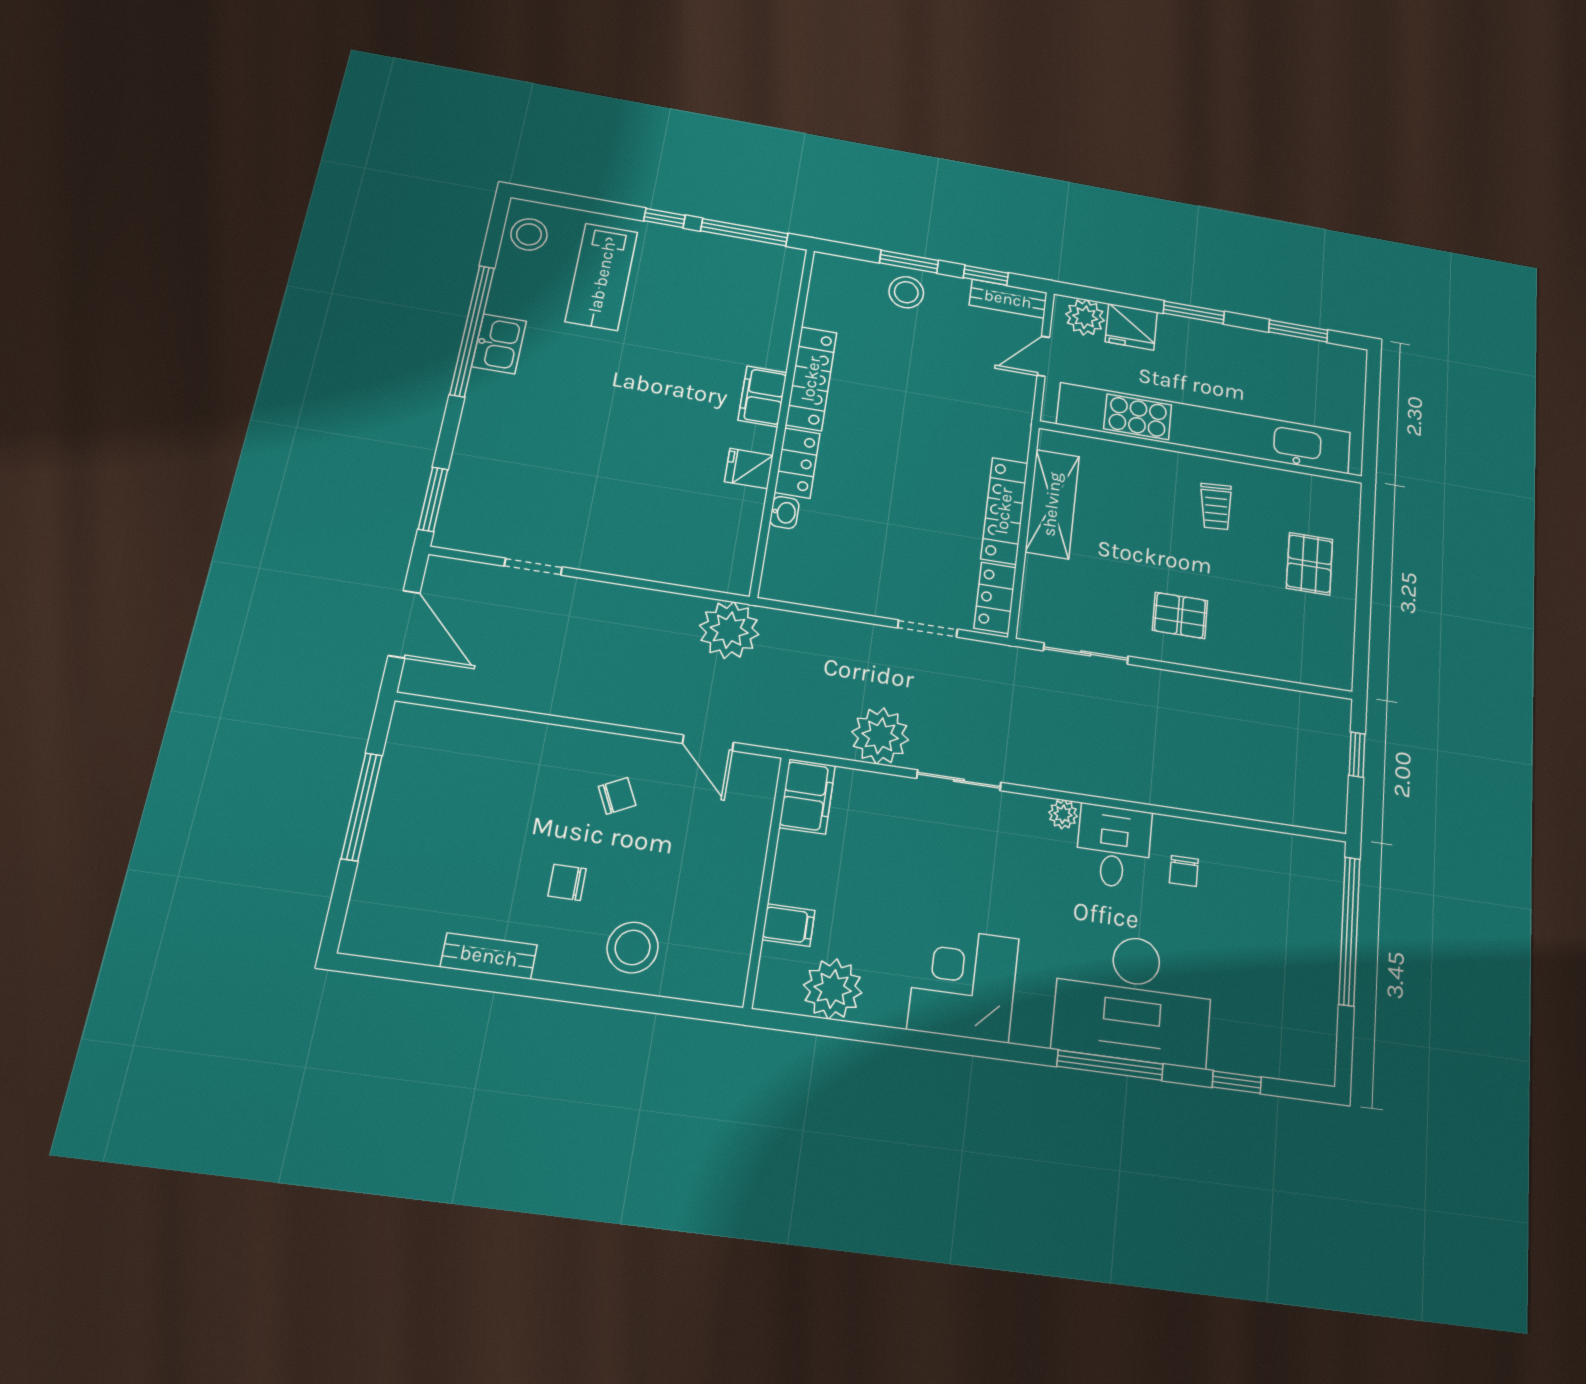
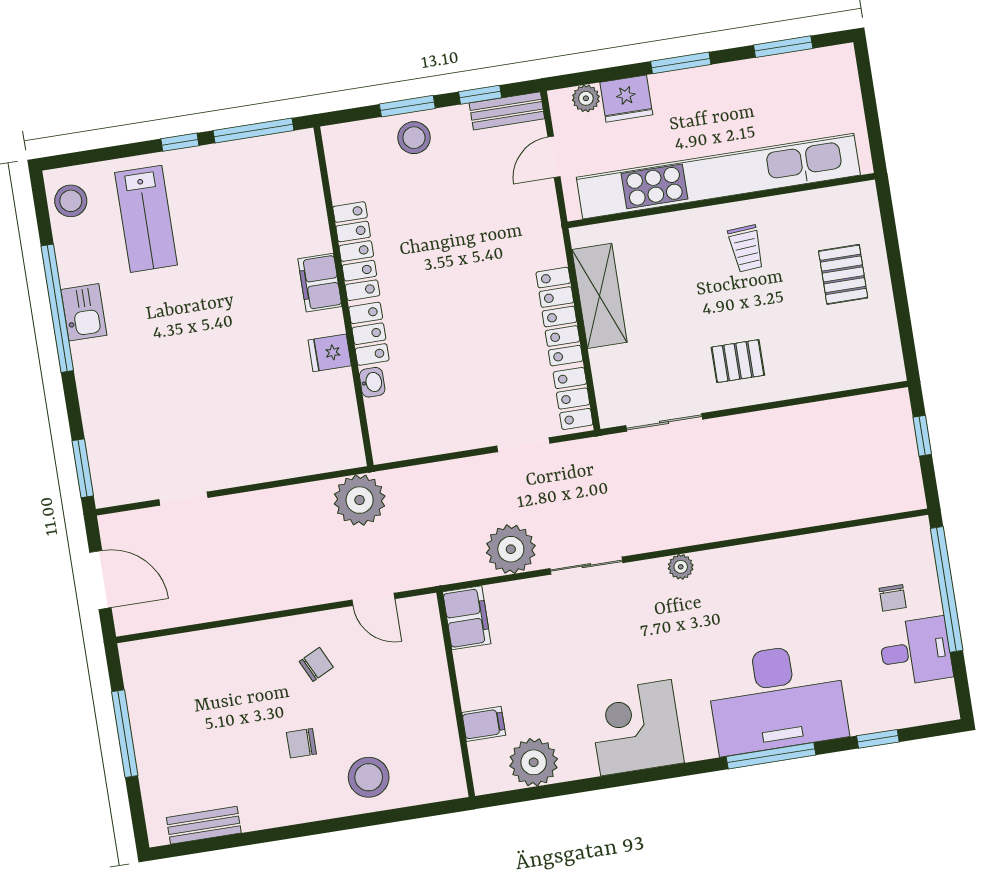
plant: (1085, 317) -> (586, 98), width x0.73, depth x0.73
desk: (1114, 846) -> (916, 651), moved, turned 90
chair: (1184, 871) -> (893, 598), moved
bench: (489, 956) -> (204, 825), moved

